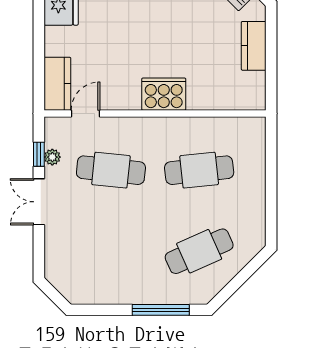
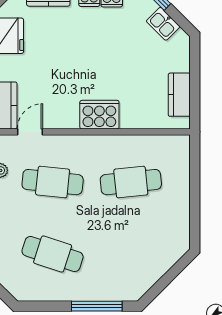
kitchen counter: (254, 46) -> (179, 95), moved
cafe table: (199, 251) -> (53, 254), moved, turned 42

